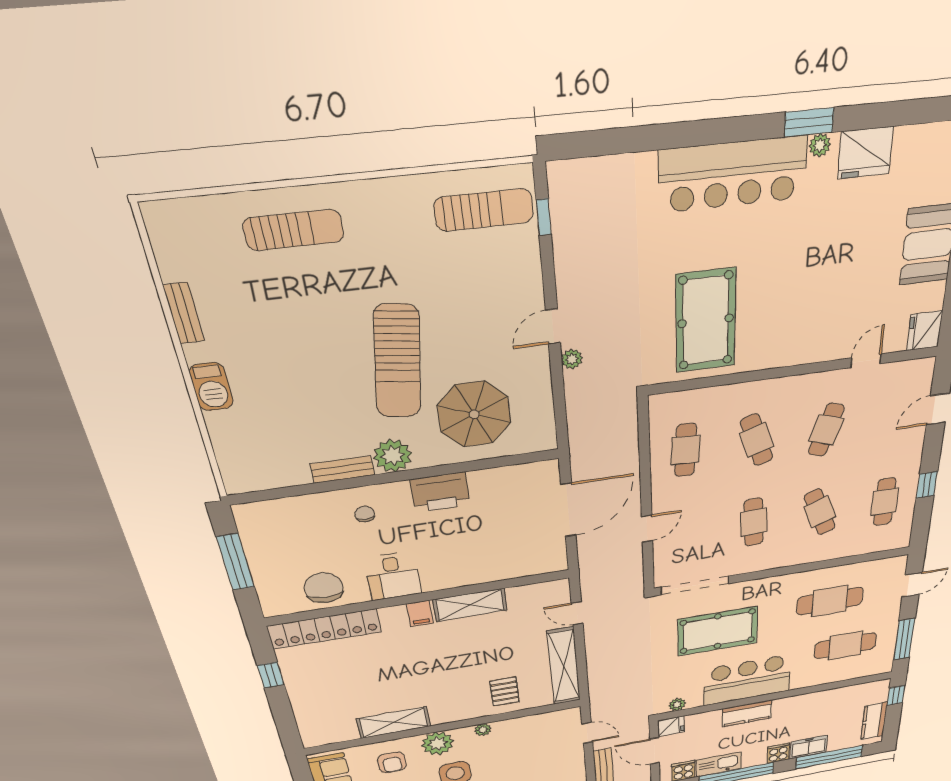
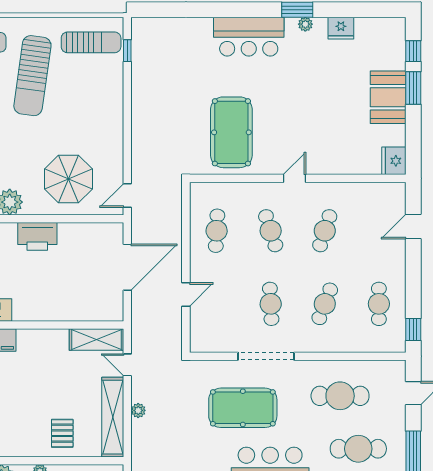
fridge: (865, 153) -> (341, 28), width x0.73, depth x0.75
bar counter: (733, 174) -> (249, 37), width x0.73
door: (553, 327) -> (127, 195), moved
plant: (572, 359) -> (138, 410), moved
door: (866, 361) -> (295, 178), moved
sun lounger: (397, 362) -> (32, 76), moved
window: (927, 485) -> (413, 330), moved
cafe table: (820, 512) -> (325, 304), turned 42
doorway: (695, 585) -> (266, 356), moved
shelving: (470, 605) -> (96, 340), moved

